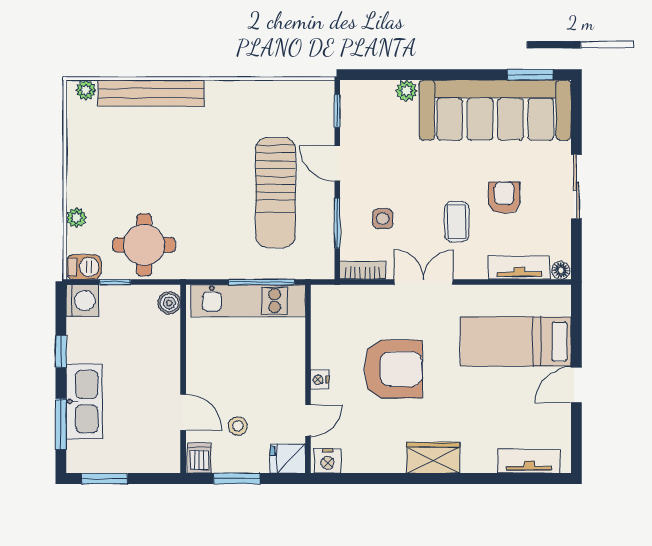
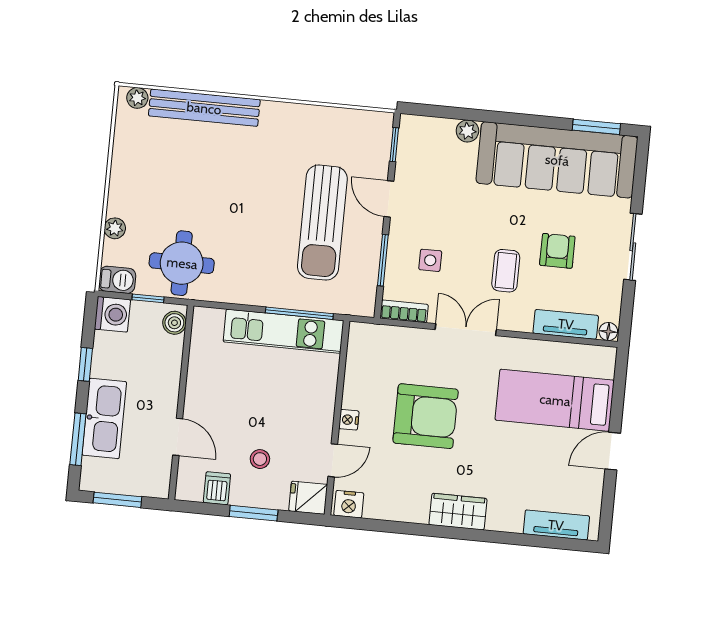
boiler: (169, 303) -> (174, 323), moved
wall: (183, 379) -> (181, 402), moved
door: (183, 412) -> (178, 437), moved

